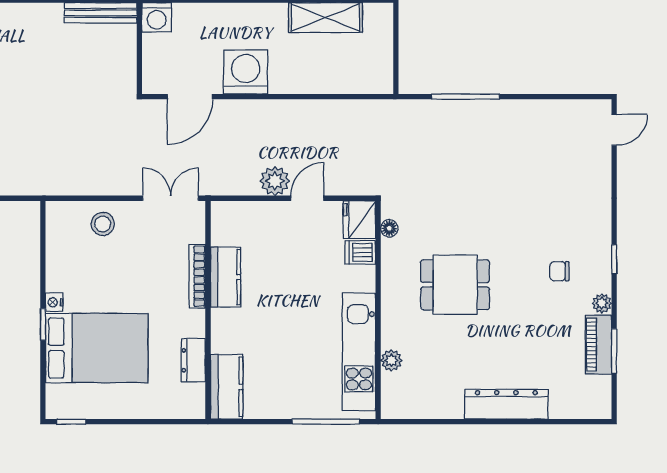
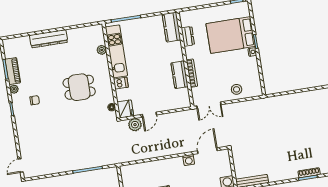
washing machine: (246, 72) -> (189, 160), width x0.53, depth x0.53
plant: (275, 181) -> (135, 125), moved
dishwasher: (360, 252) -> (121, 83), moved

